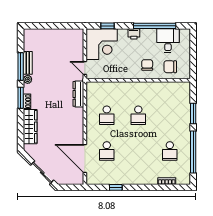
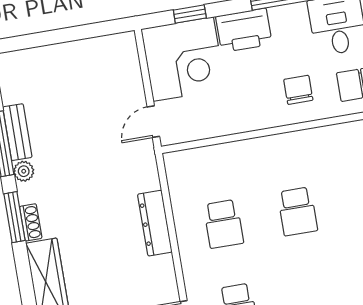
printer: (134, 34) -> (244, 30), width x1.87, depth x1.48
door: (85, 68) -> (153, 122), hinge flipped
dresser: (78, 94) -> (155, 223), moved

